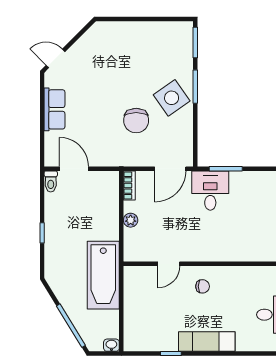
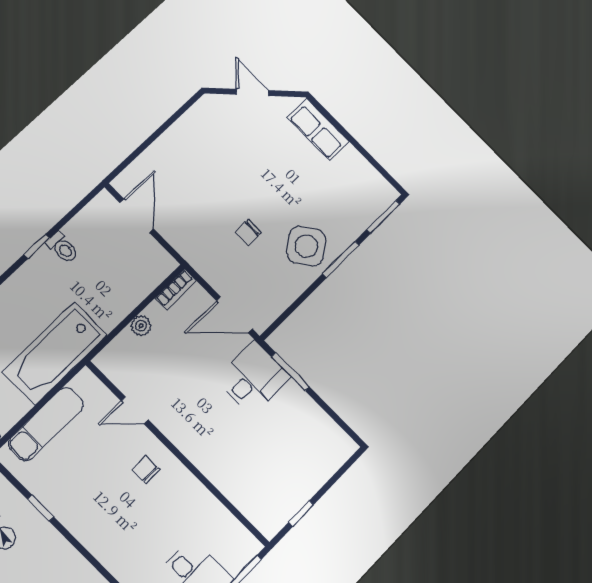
door: (56, 58) -> (252, 92), moved
row of seats: (55, 109) -> (318, 130), moved, turned 90
chair: (136, 121) -> (248, 232), width x0.54, depth x0.54
toilet: (51, 181) -> (62, 248), moved, turned -90
chair: (203, 286) -> (146, 469), turned 180
exam couch: (207, 342) -> (46, 424), moved, turned 90

